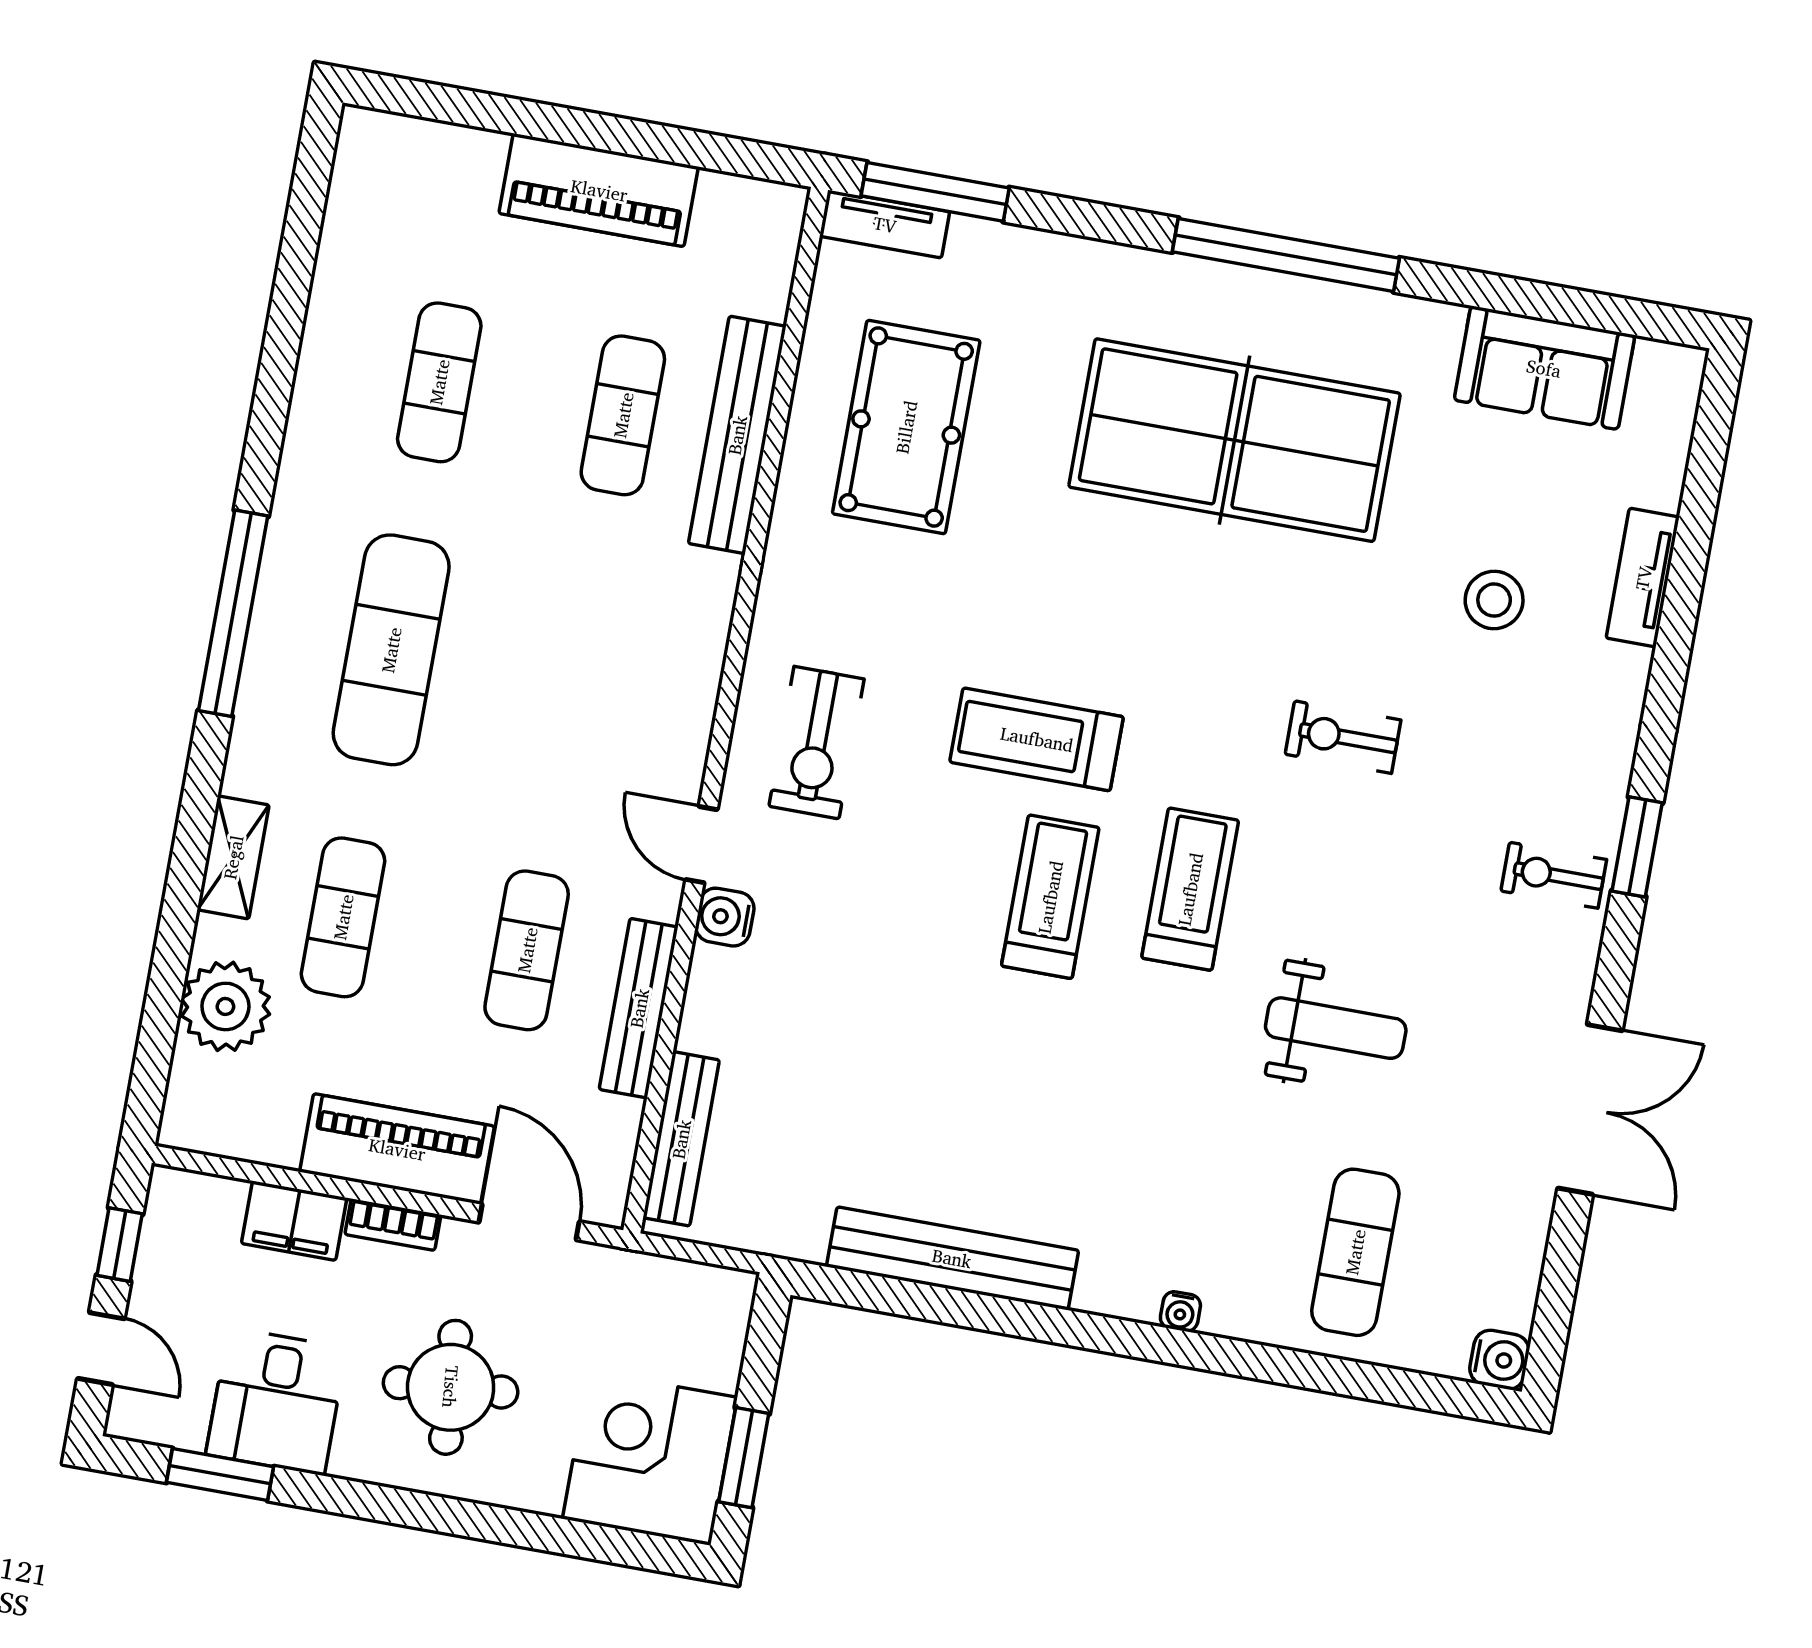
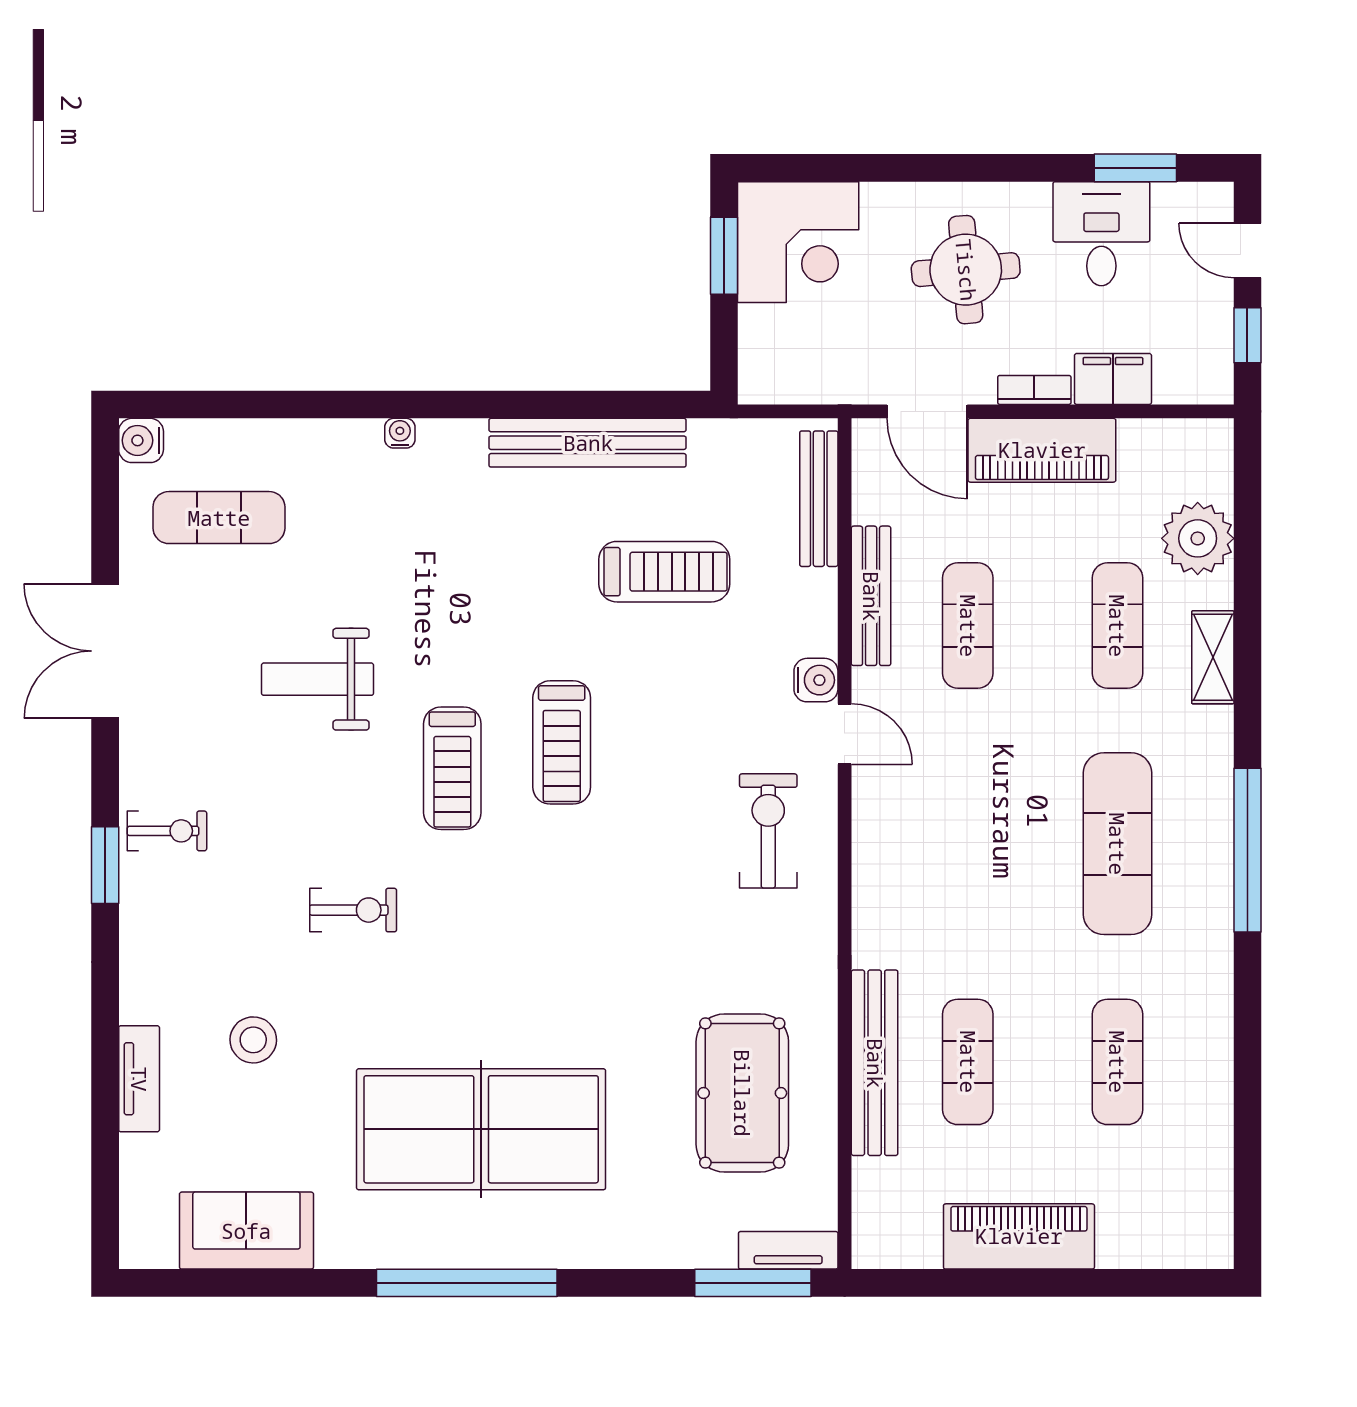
treadmill: (1037, 739) -> (664, 572), moved
exercise mat: (1355, 1252) -> (219, 518), moved, turned 90

